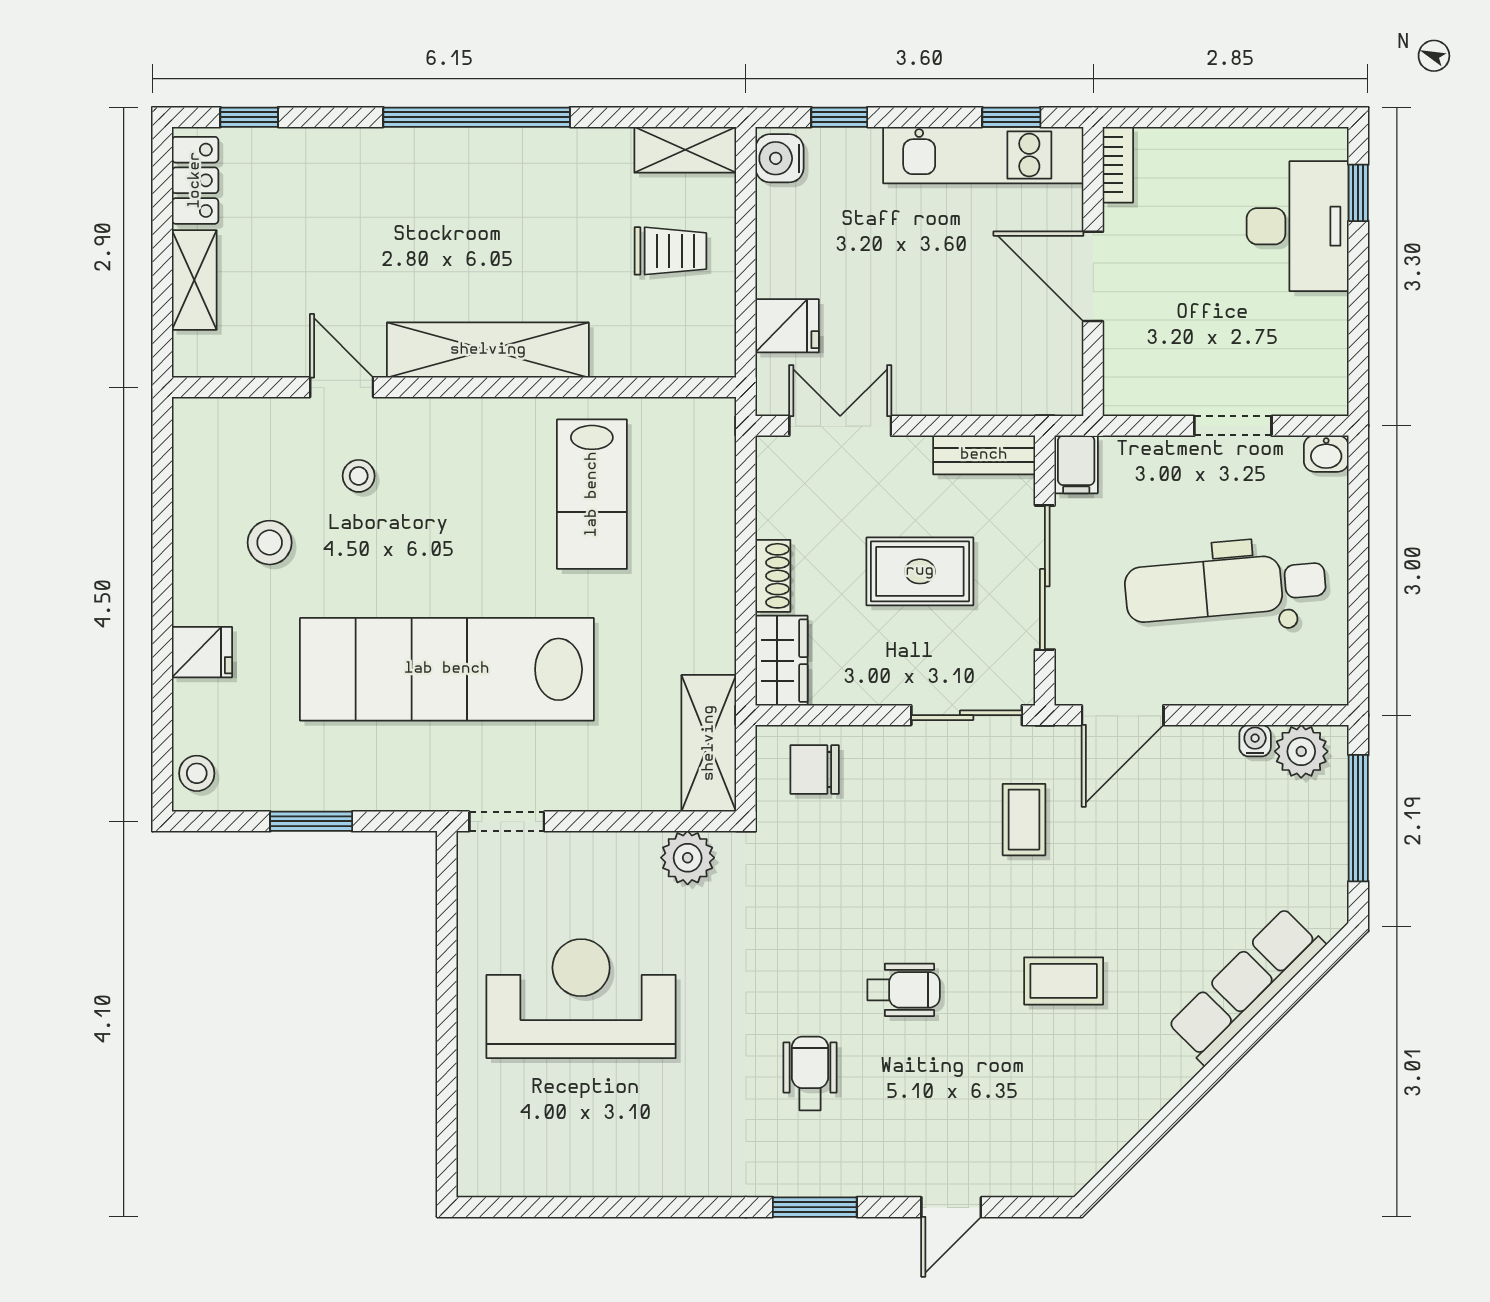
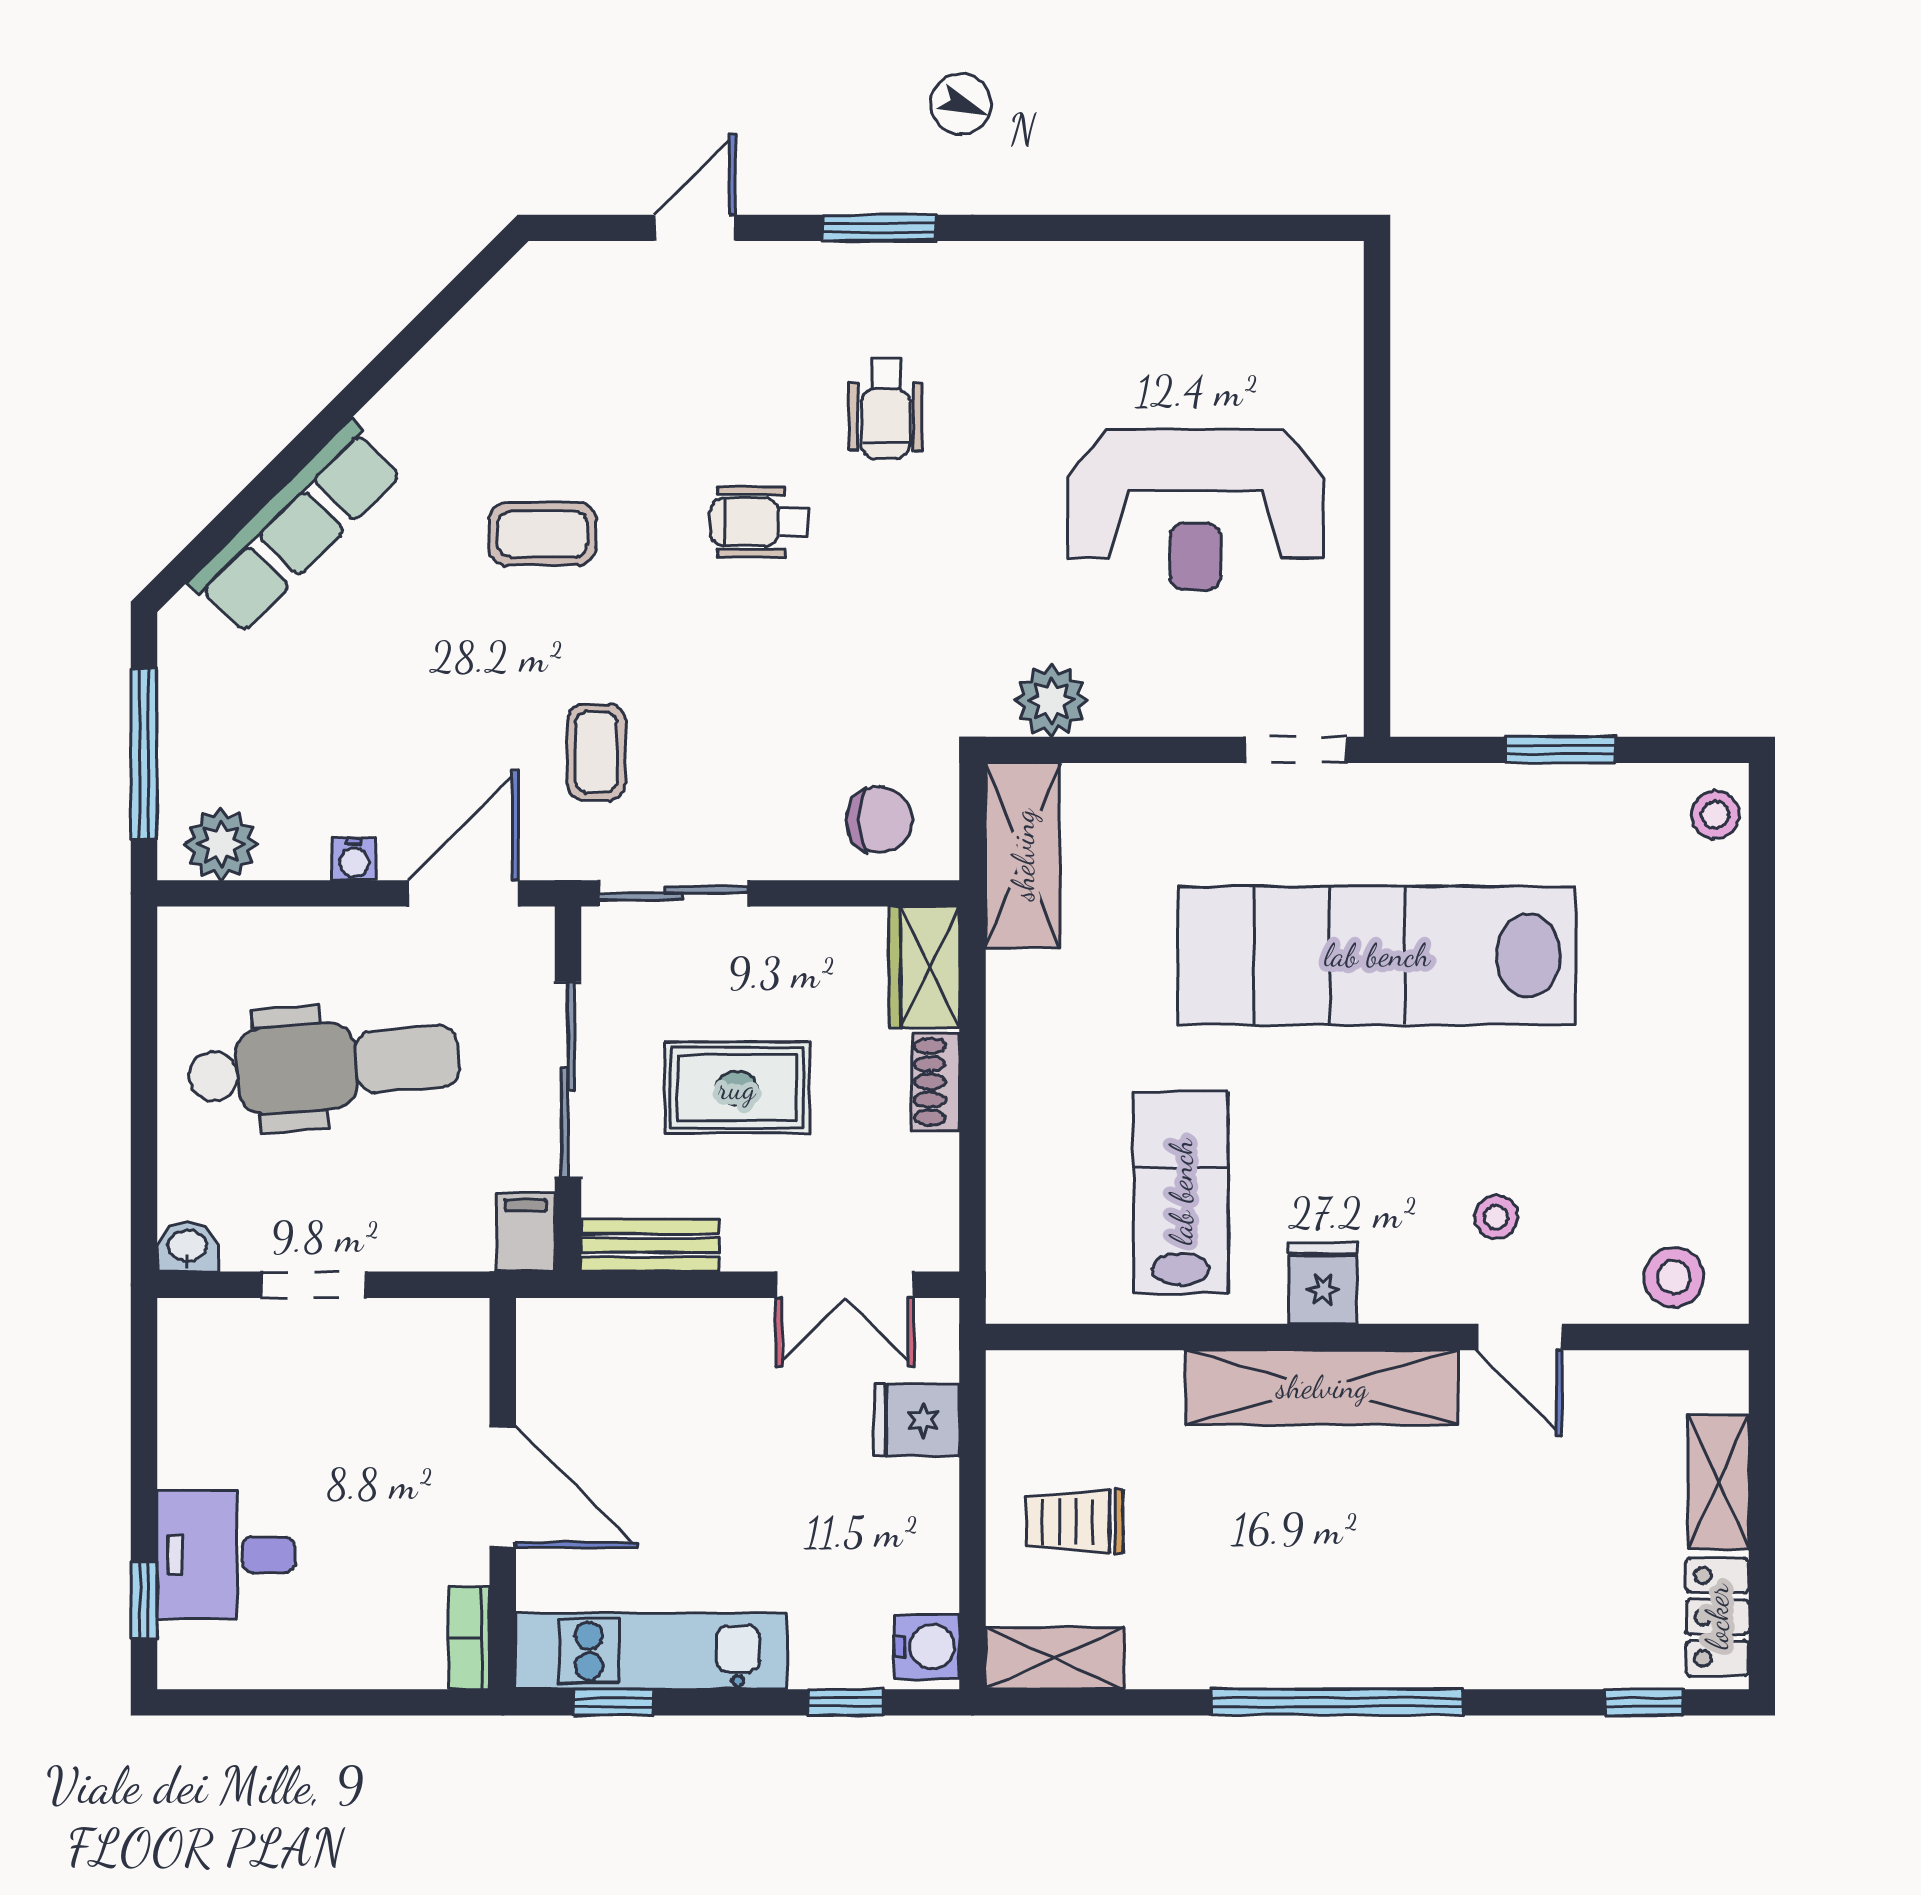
desk: (1298, 226) -> (226, 1555), width x0.73
stool: (270, 543) -> (1674, 1277), moved
fridge: (202, 652) -> (1323, 1283), moved, turned 90
lab bench: (447, 669) -> (1377, 955), turned 180
water cooler: (1255, 741) -> (354, 859), moved

